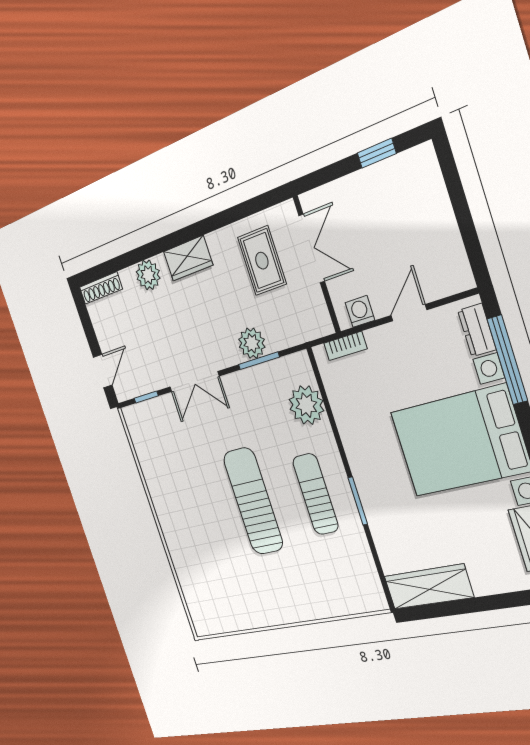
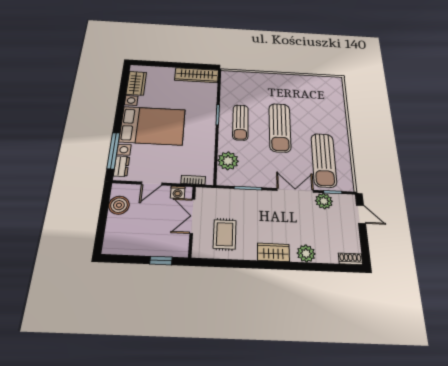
window: (377, 153) -> (161, 261), moved
boiler: (445, 246) -> (119, 205), added
double door: (312, 248) -> (192, 216), moved
shoe rack: (101, 288) -> (350, 259), width x0.70
plant: (252, 343) -> (324, 201), moved
door: (103, 371) -> (361, 214), swing flipped
sun lounger: (174, 454) -> (324, 160), added

